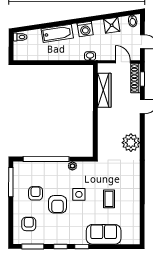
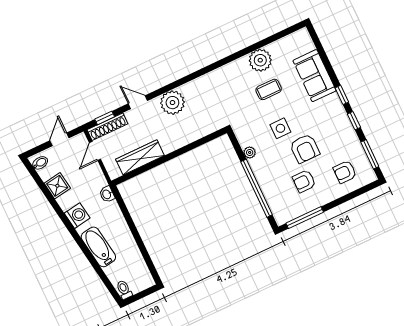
plant: (131, 143) -> (172, 103), moved
plant: (131, 203) -> (260, 60), added
armchair: (58, 204) -> (305, 148), turned 90

